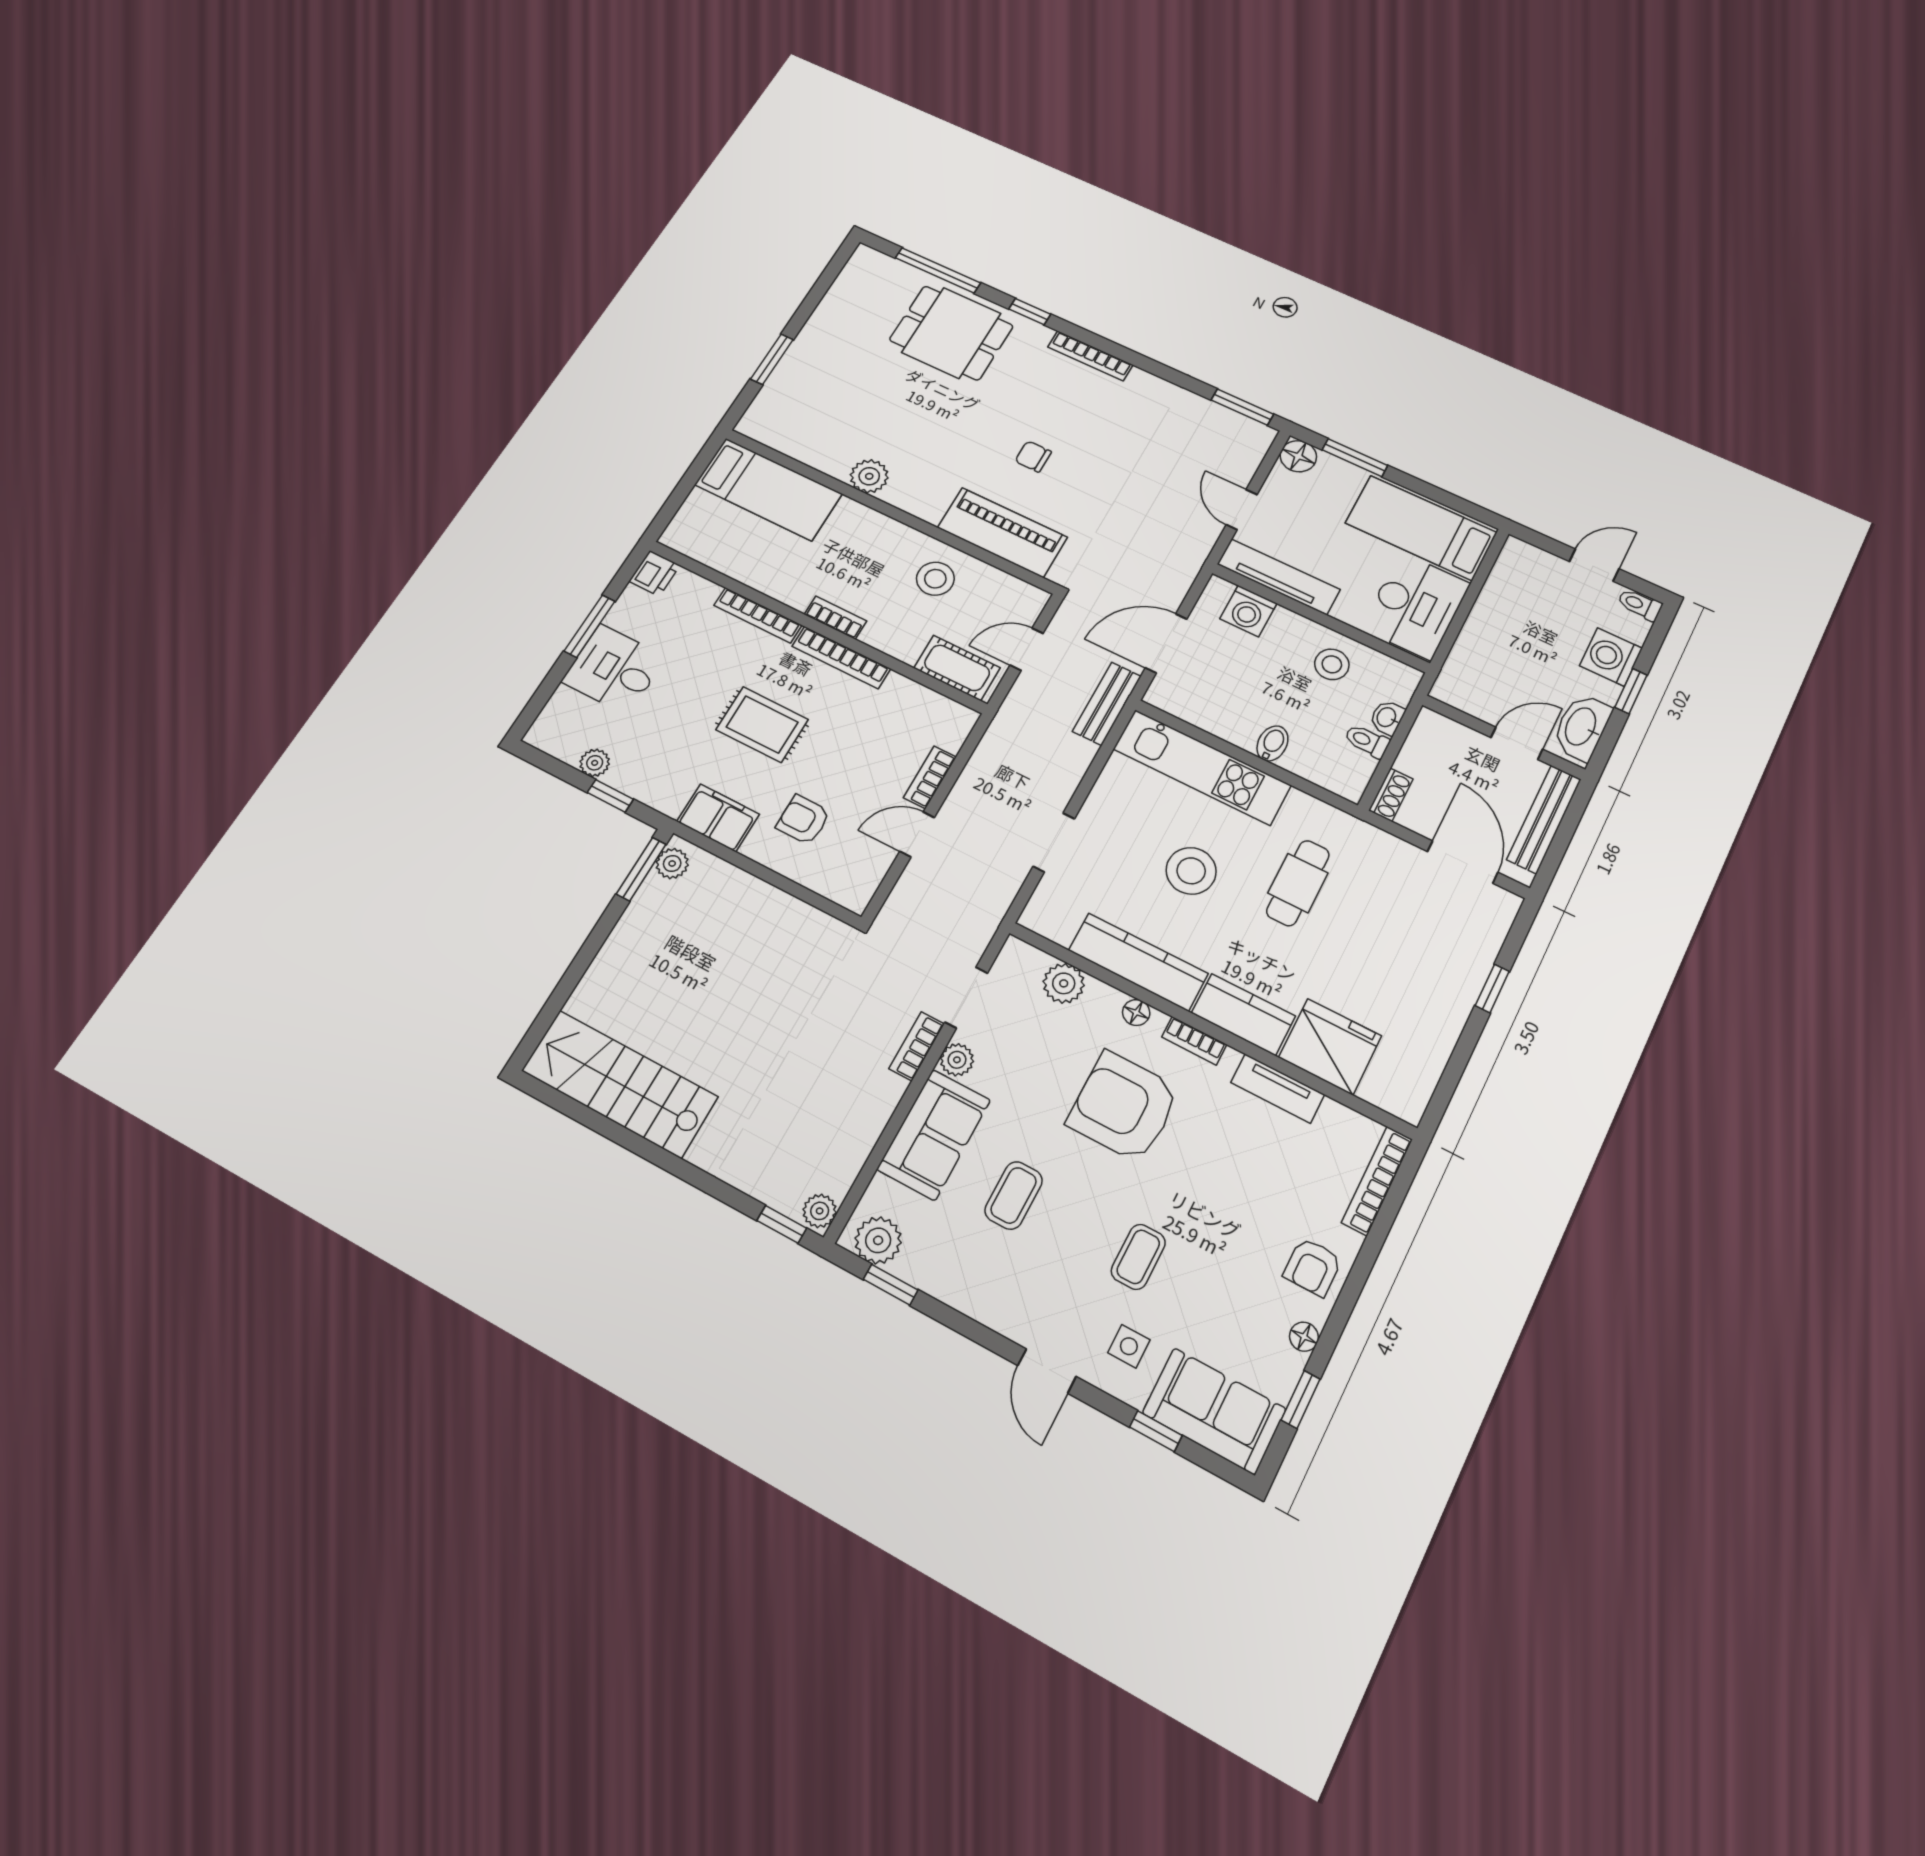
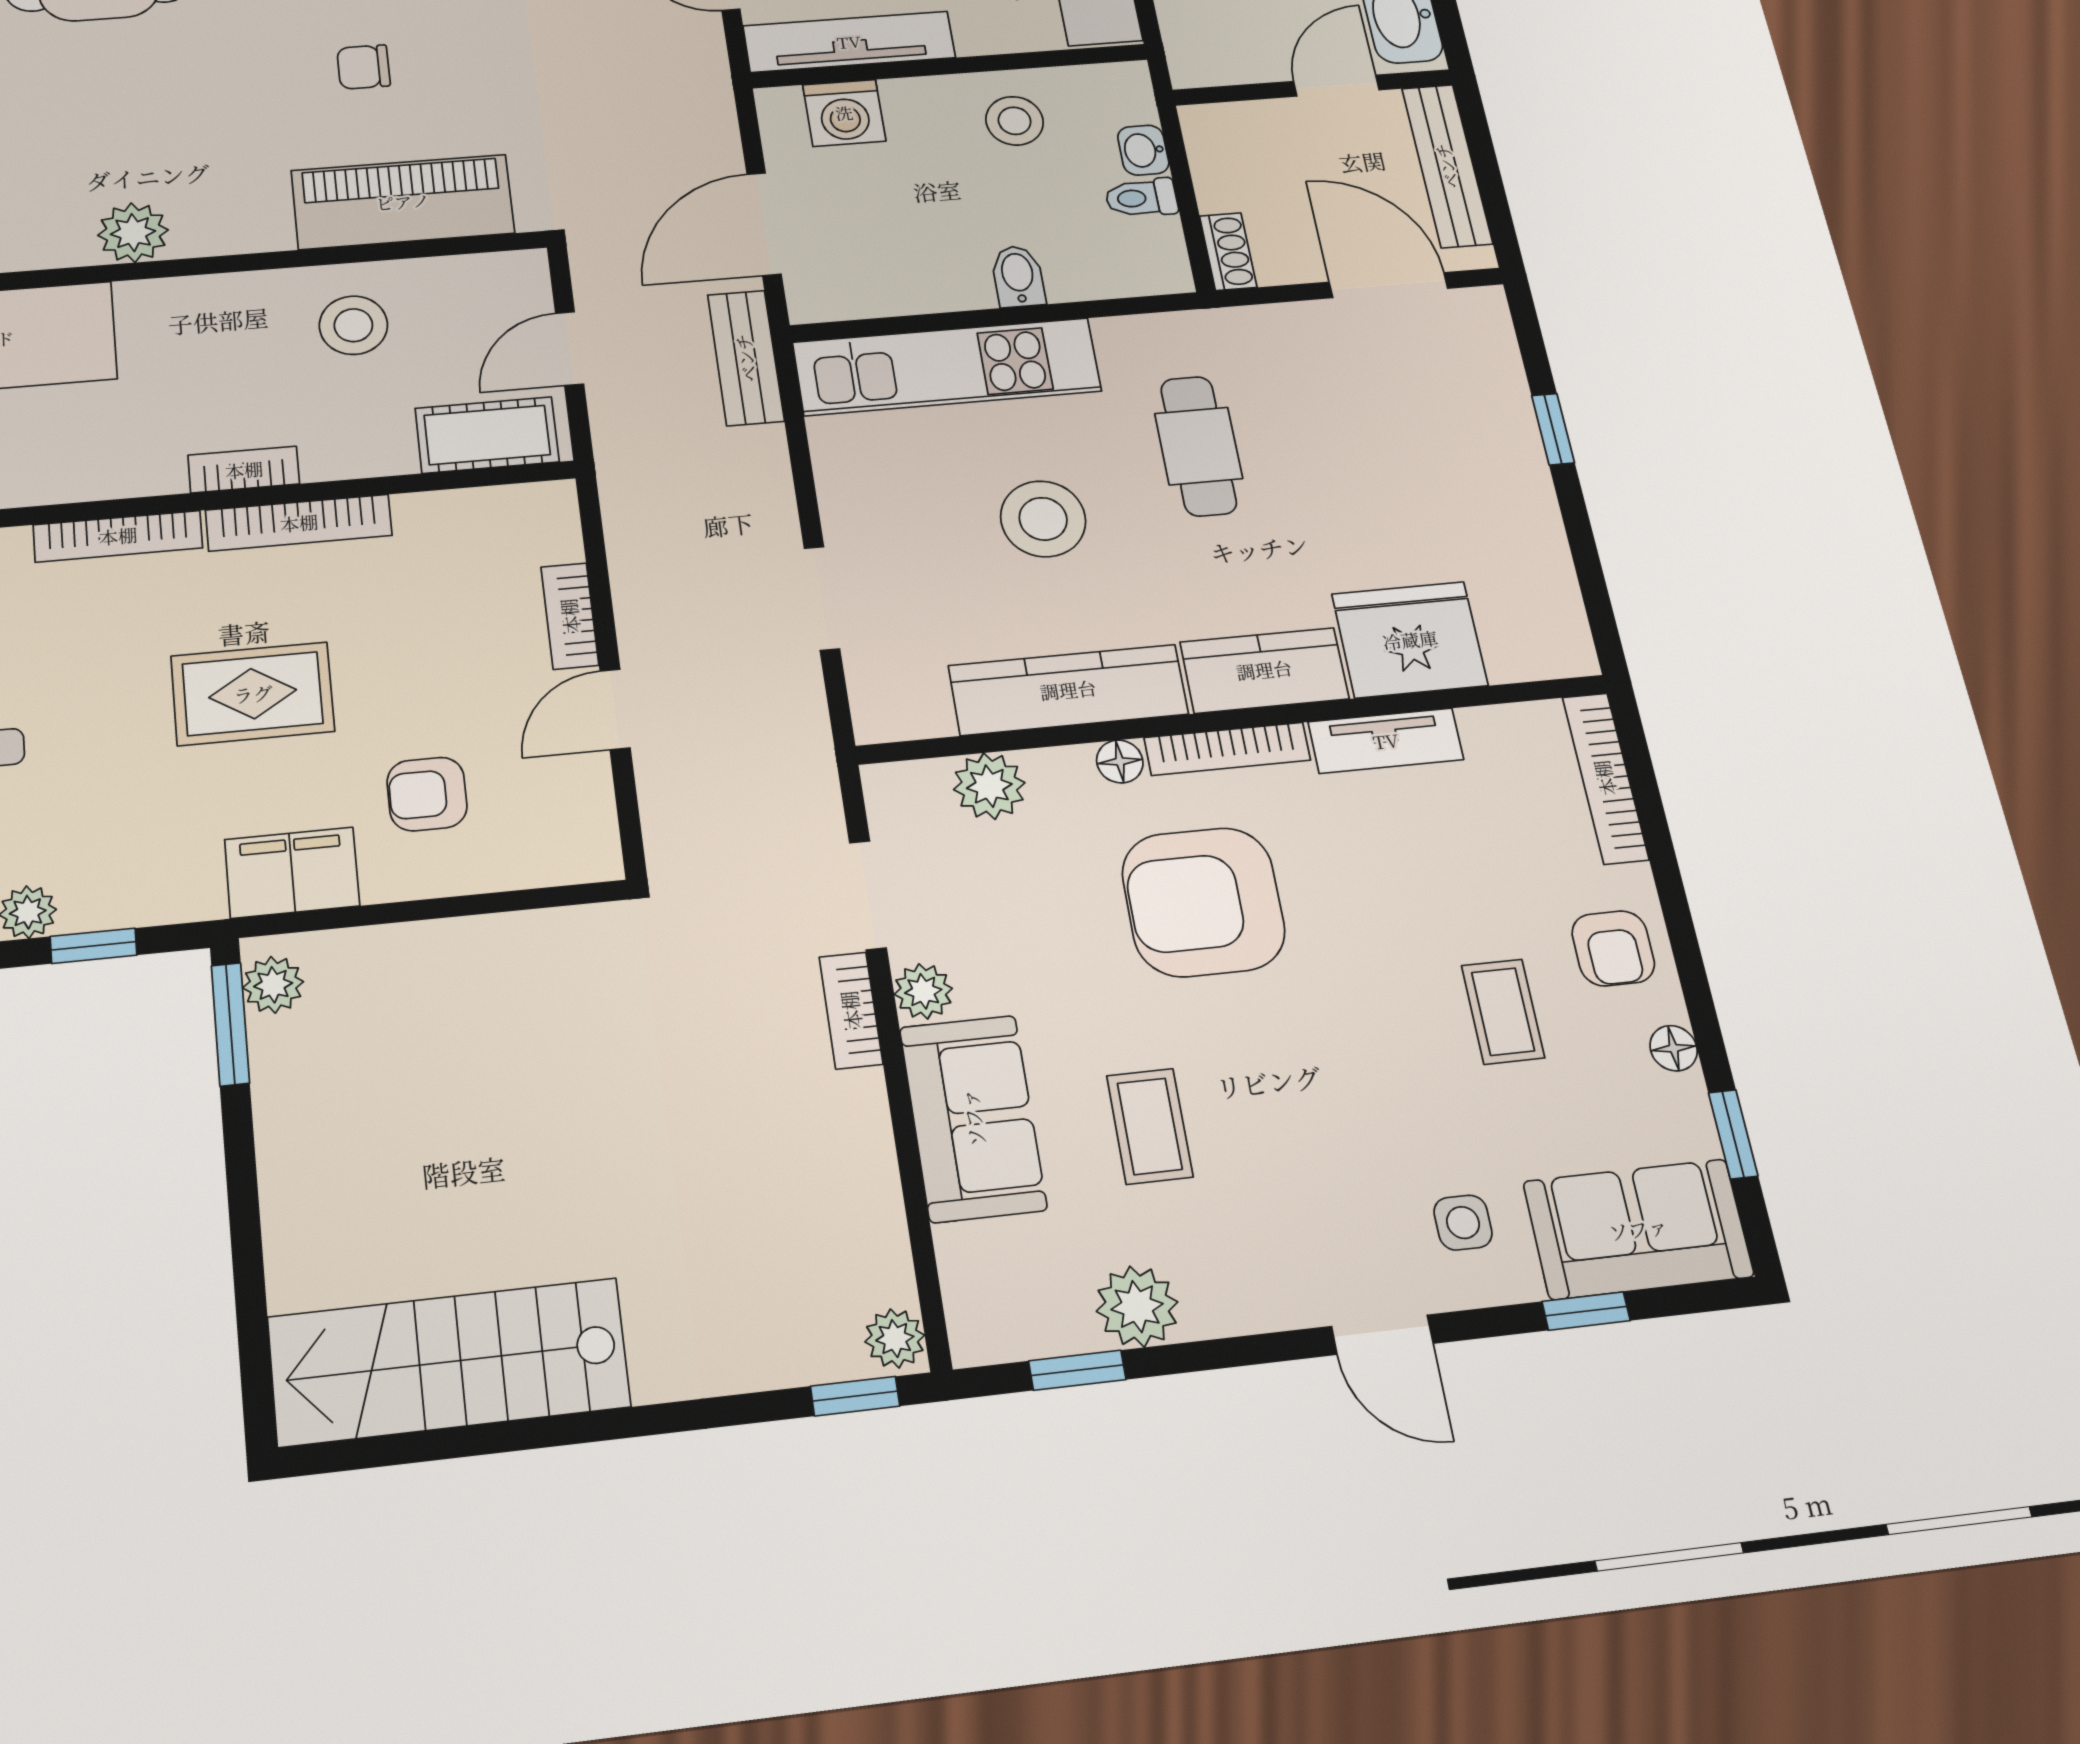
bookcase: (1194, 1041) -> (1227, 749), width x1.56
plant: (878, 1240) -> (1137, 1307), moved
coffee table: (1138, 1257) -> (1503, 1012), moved

